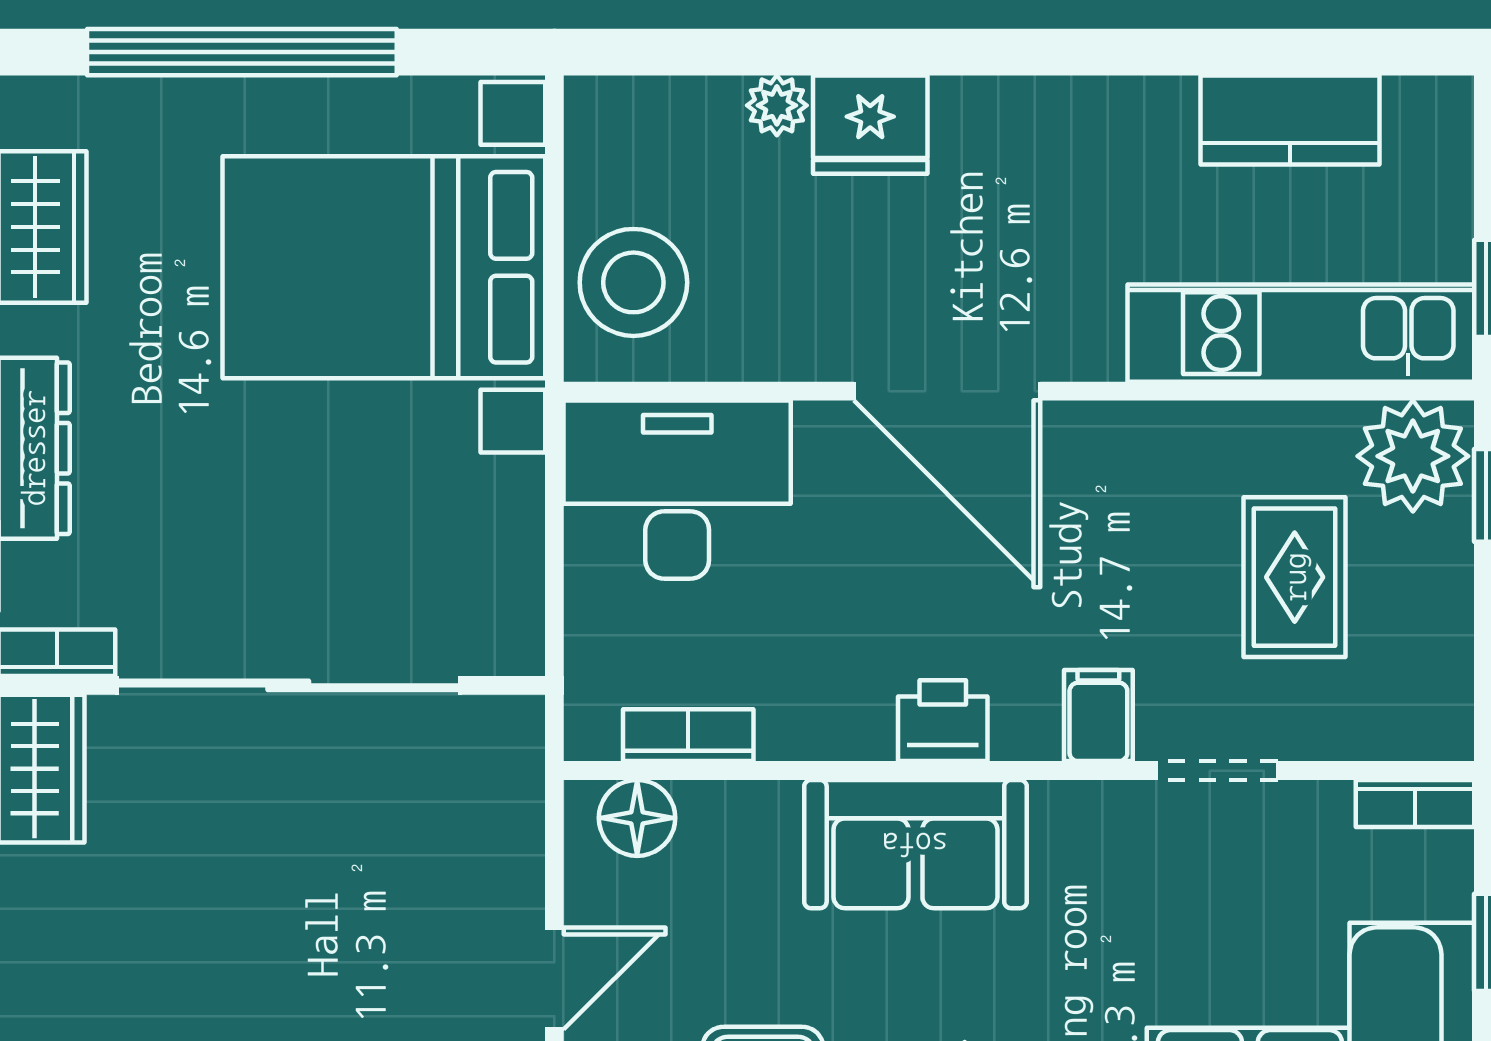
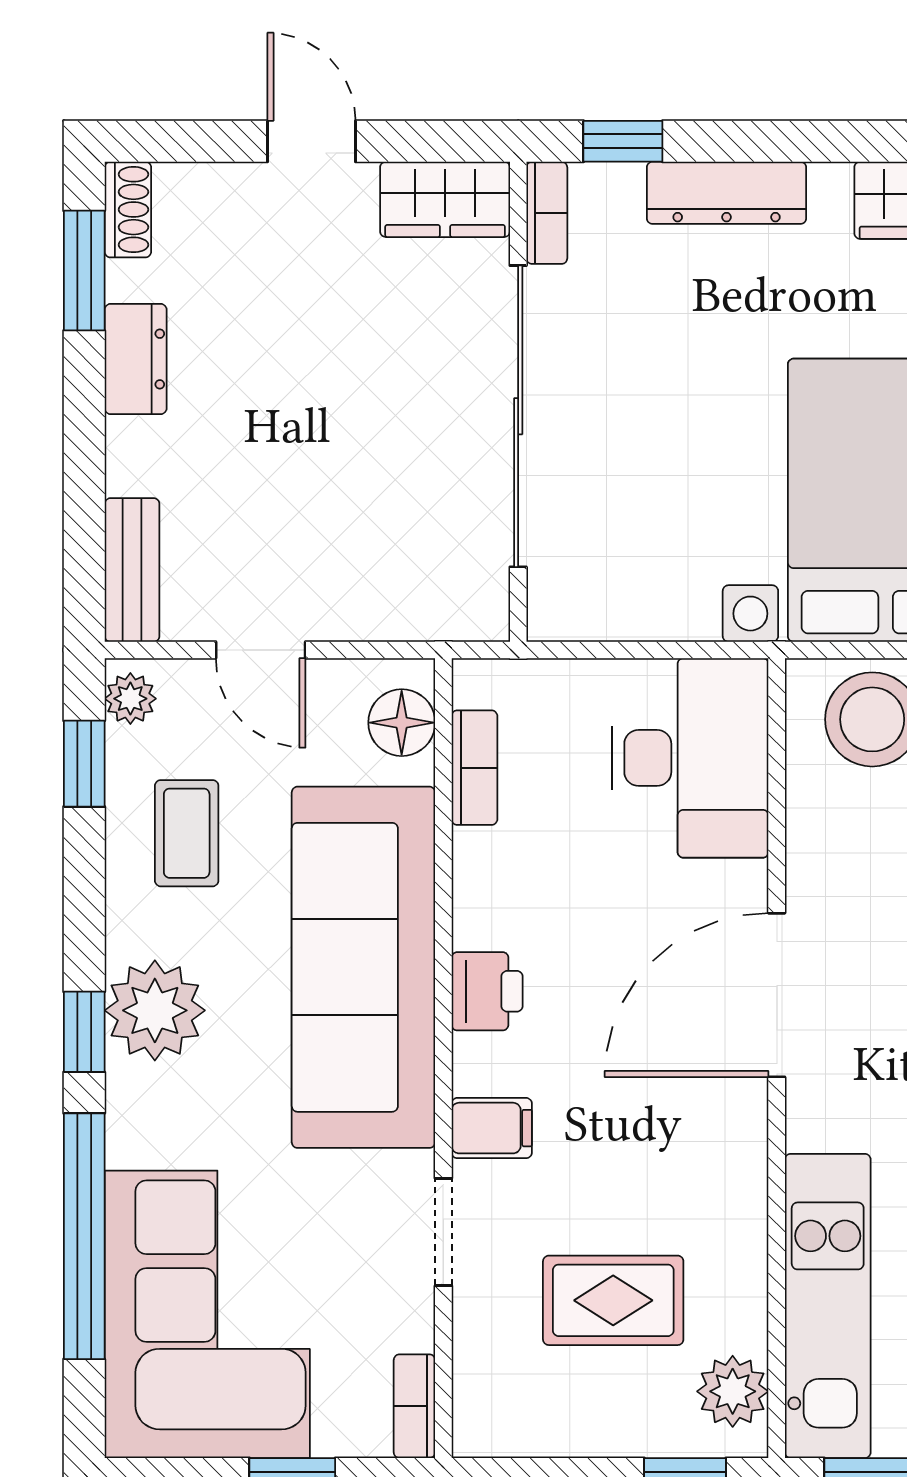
plant: (1413, 456) -> (733, 1391), width x0.73, depth x0.73
sofa: (915, 844) -> (363, 967), width x1.85, depth x1.27

